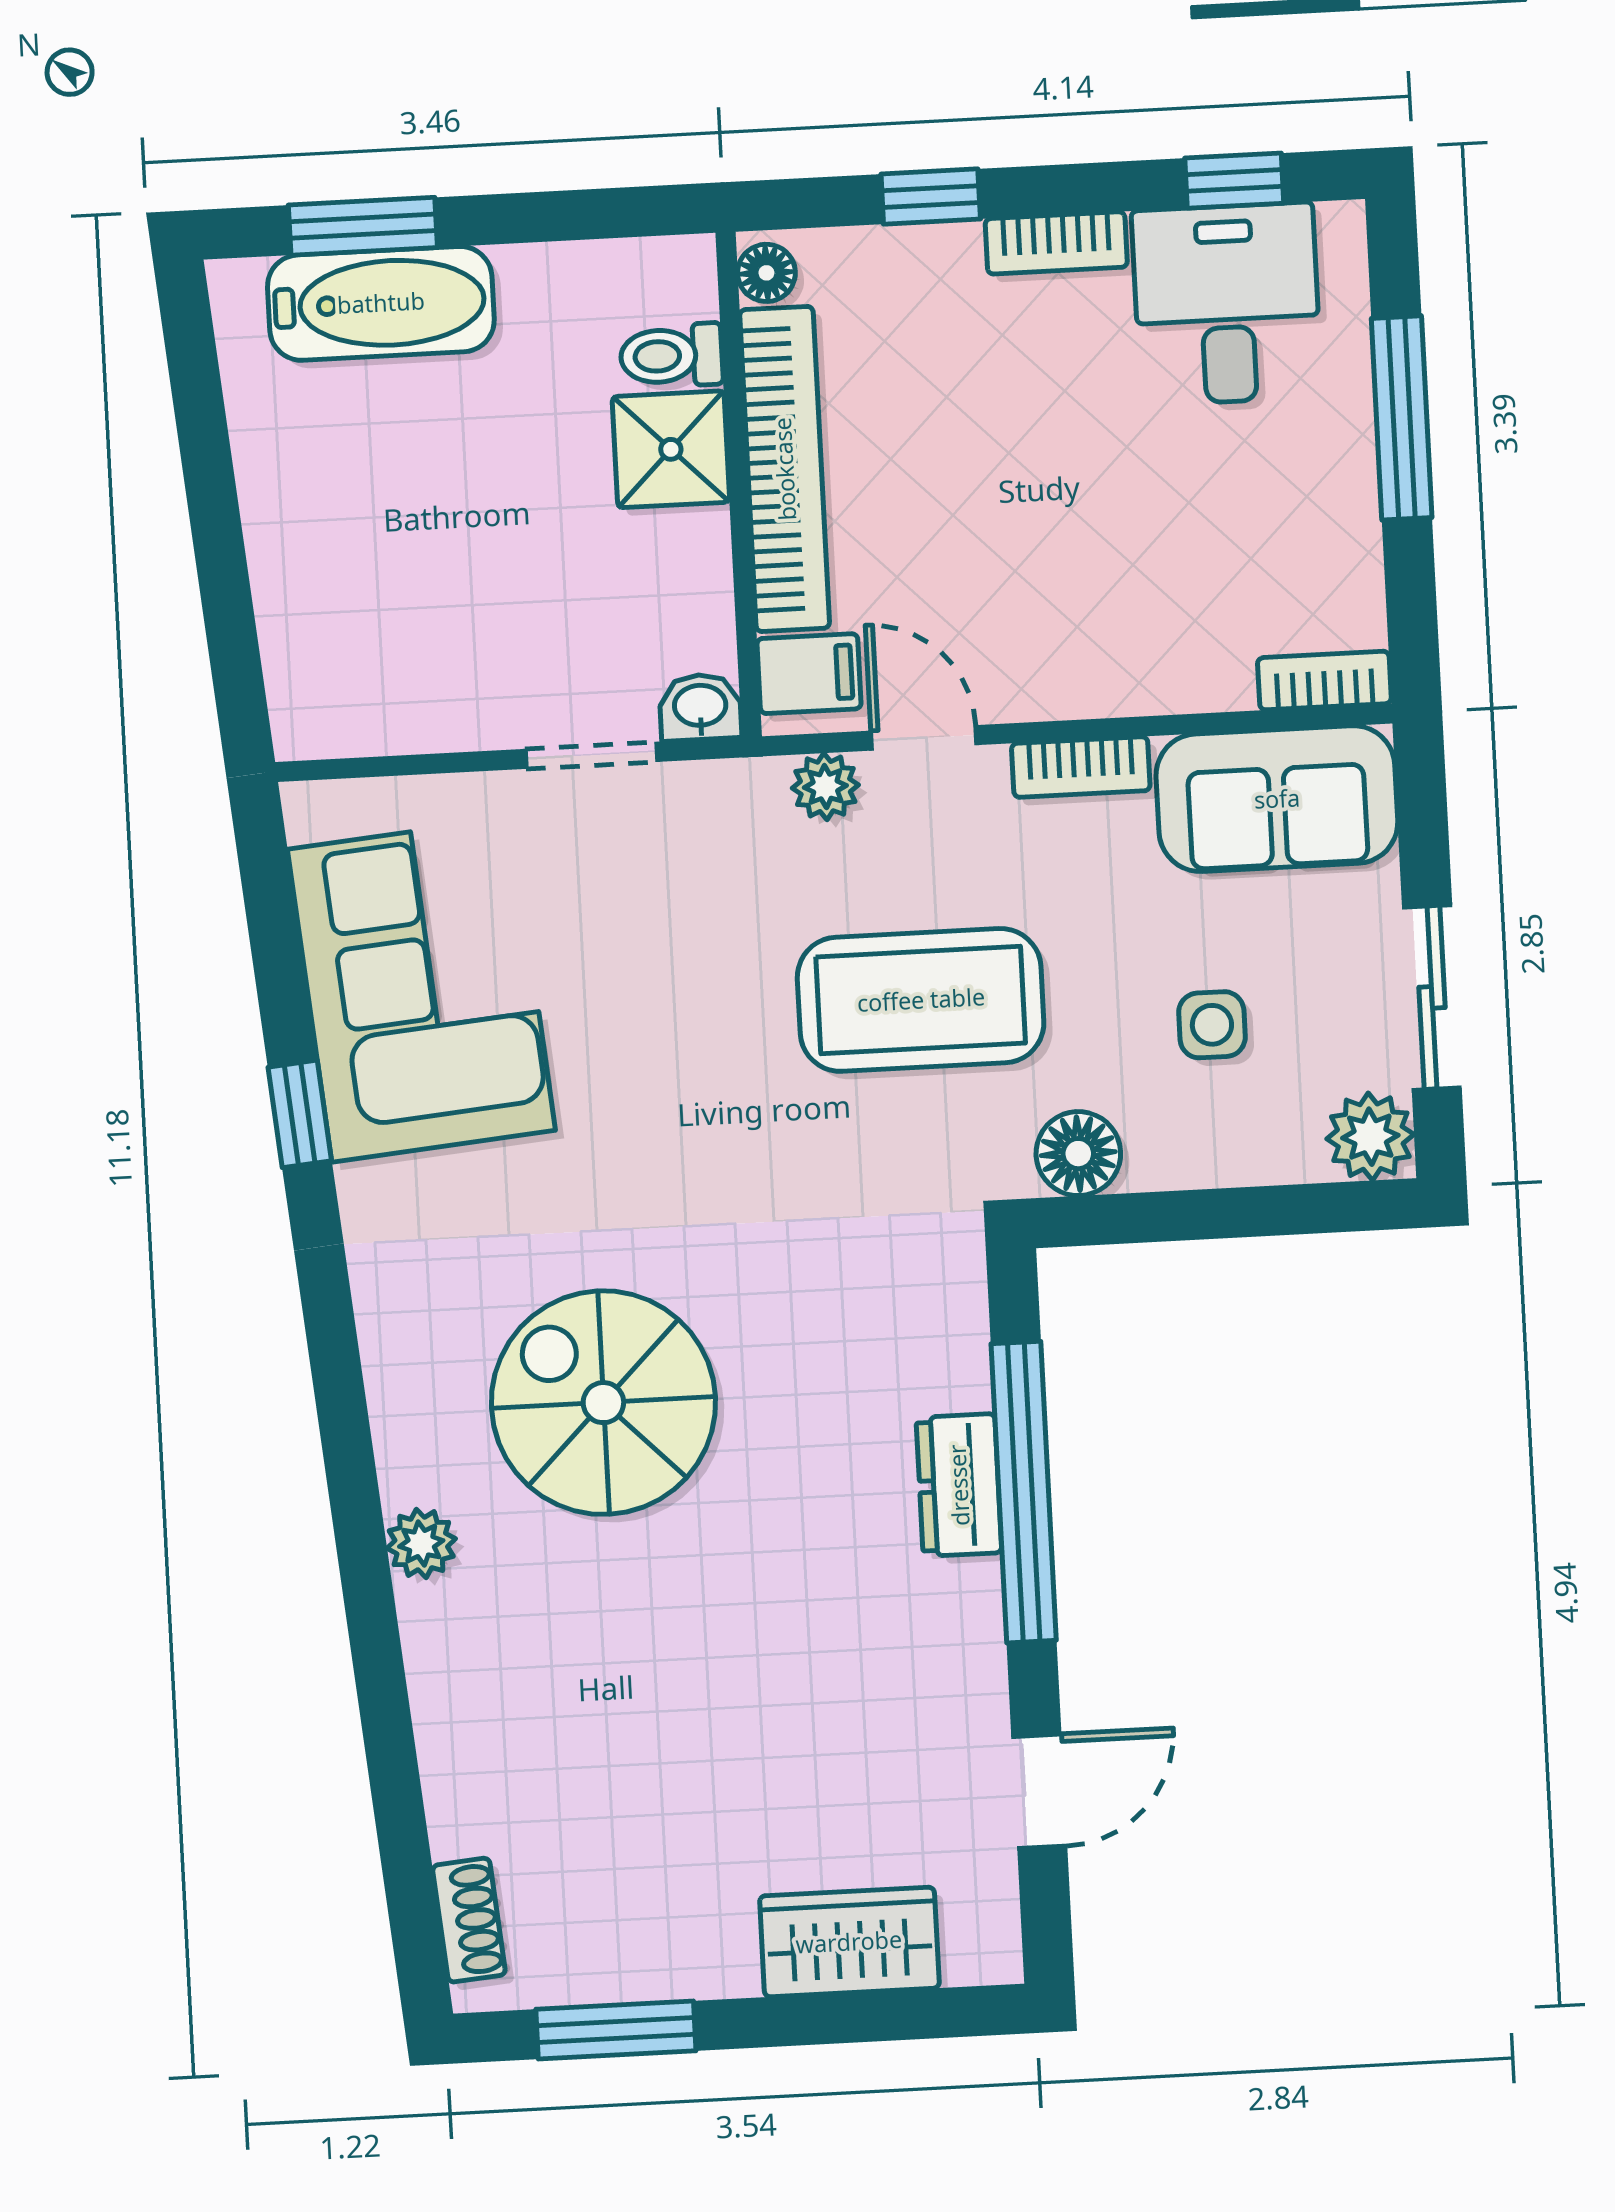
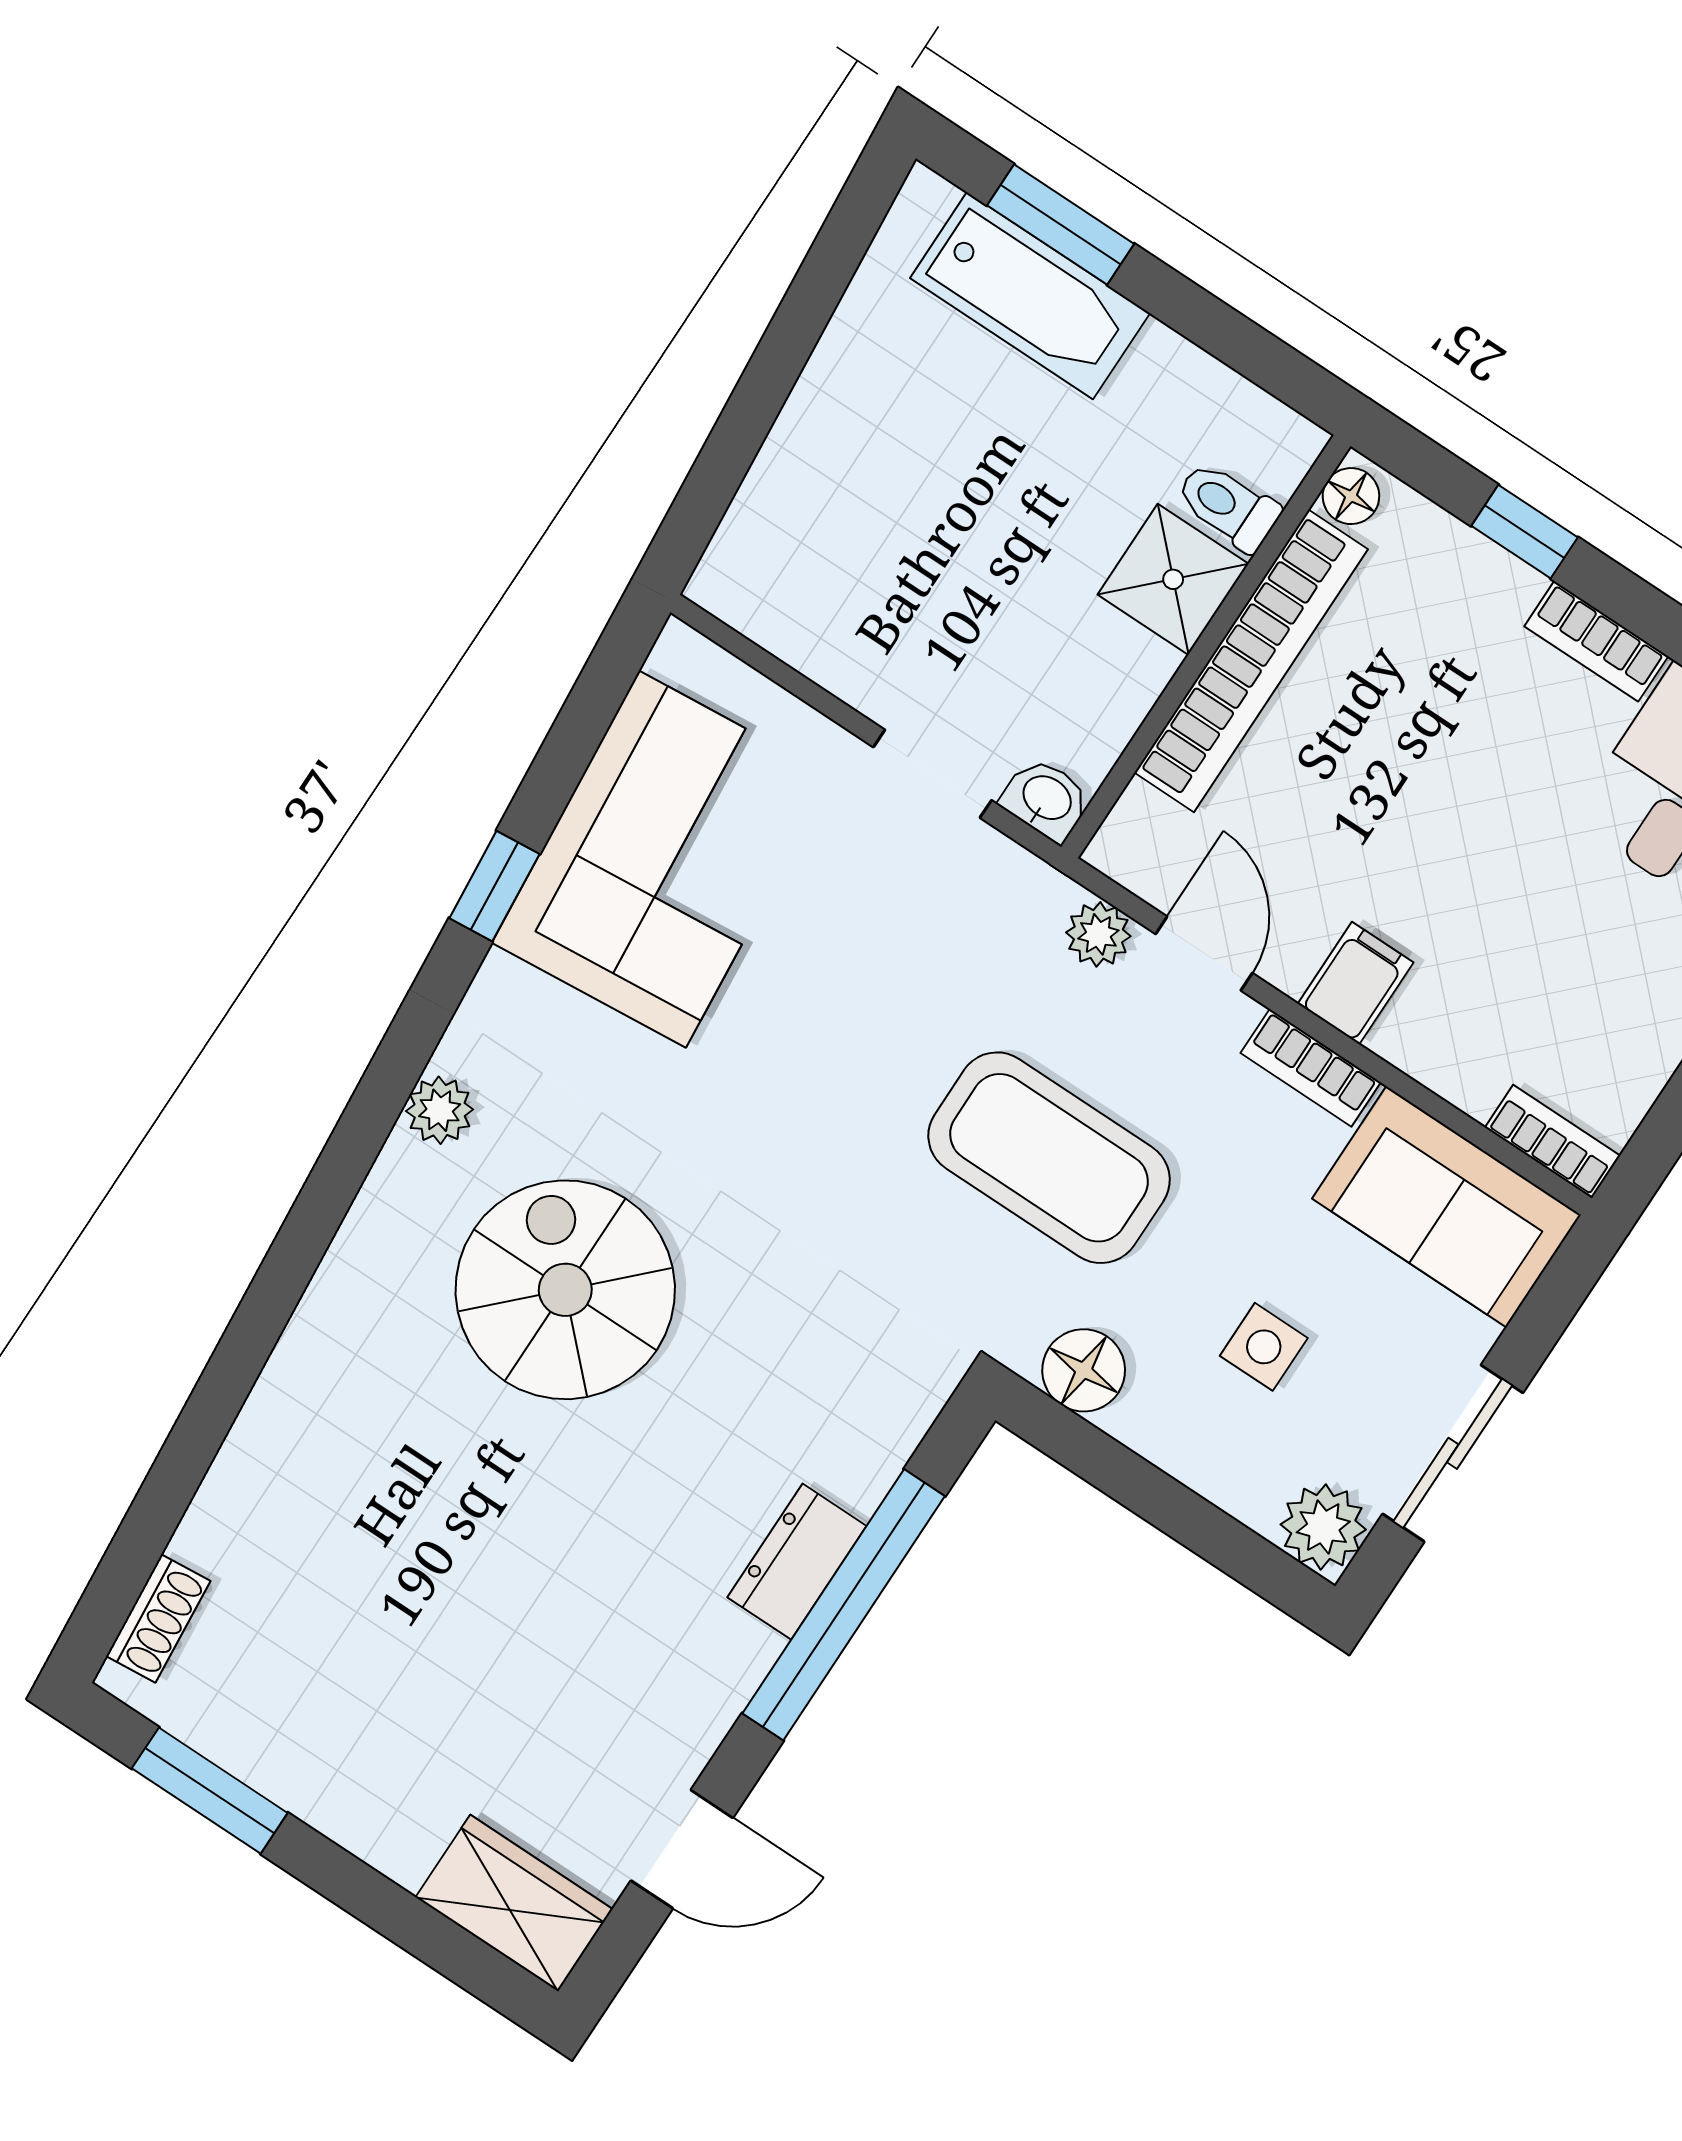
filing cabinet: (809, 674) -> (1356, 983), moved, turned -90
plant: (421, 1543) -> (440, 1110), moved
wardrobe: (849, 1942) -> (514, 1903), moved

